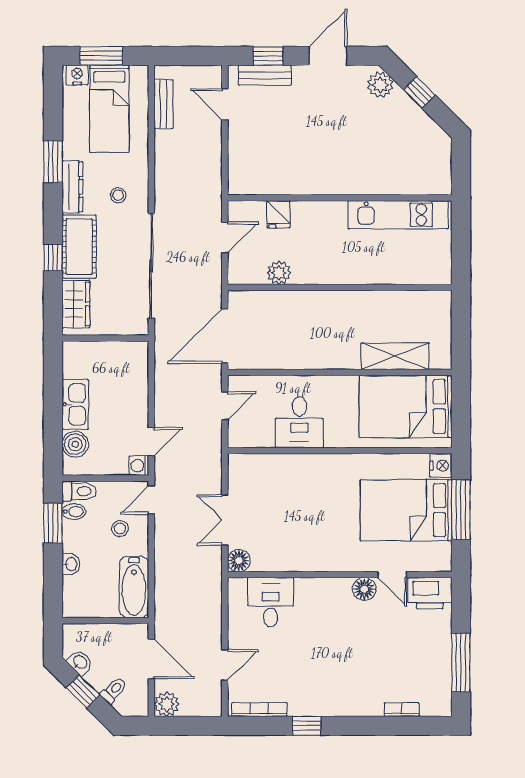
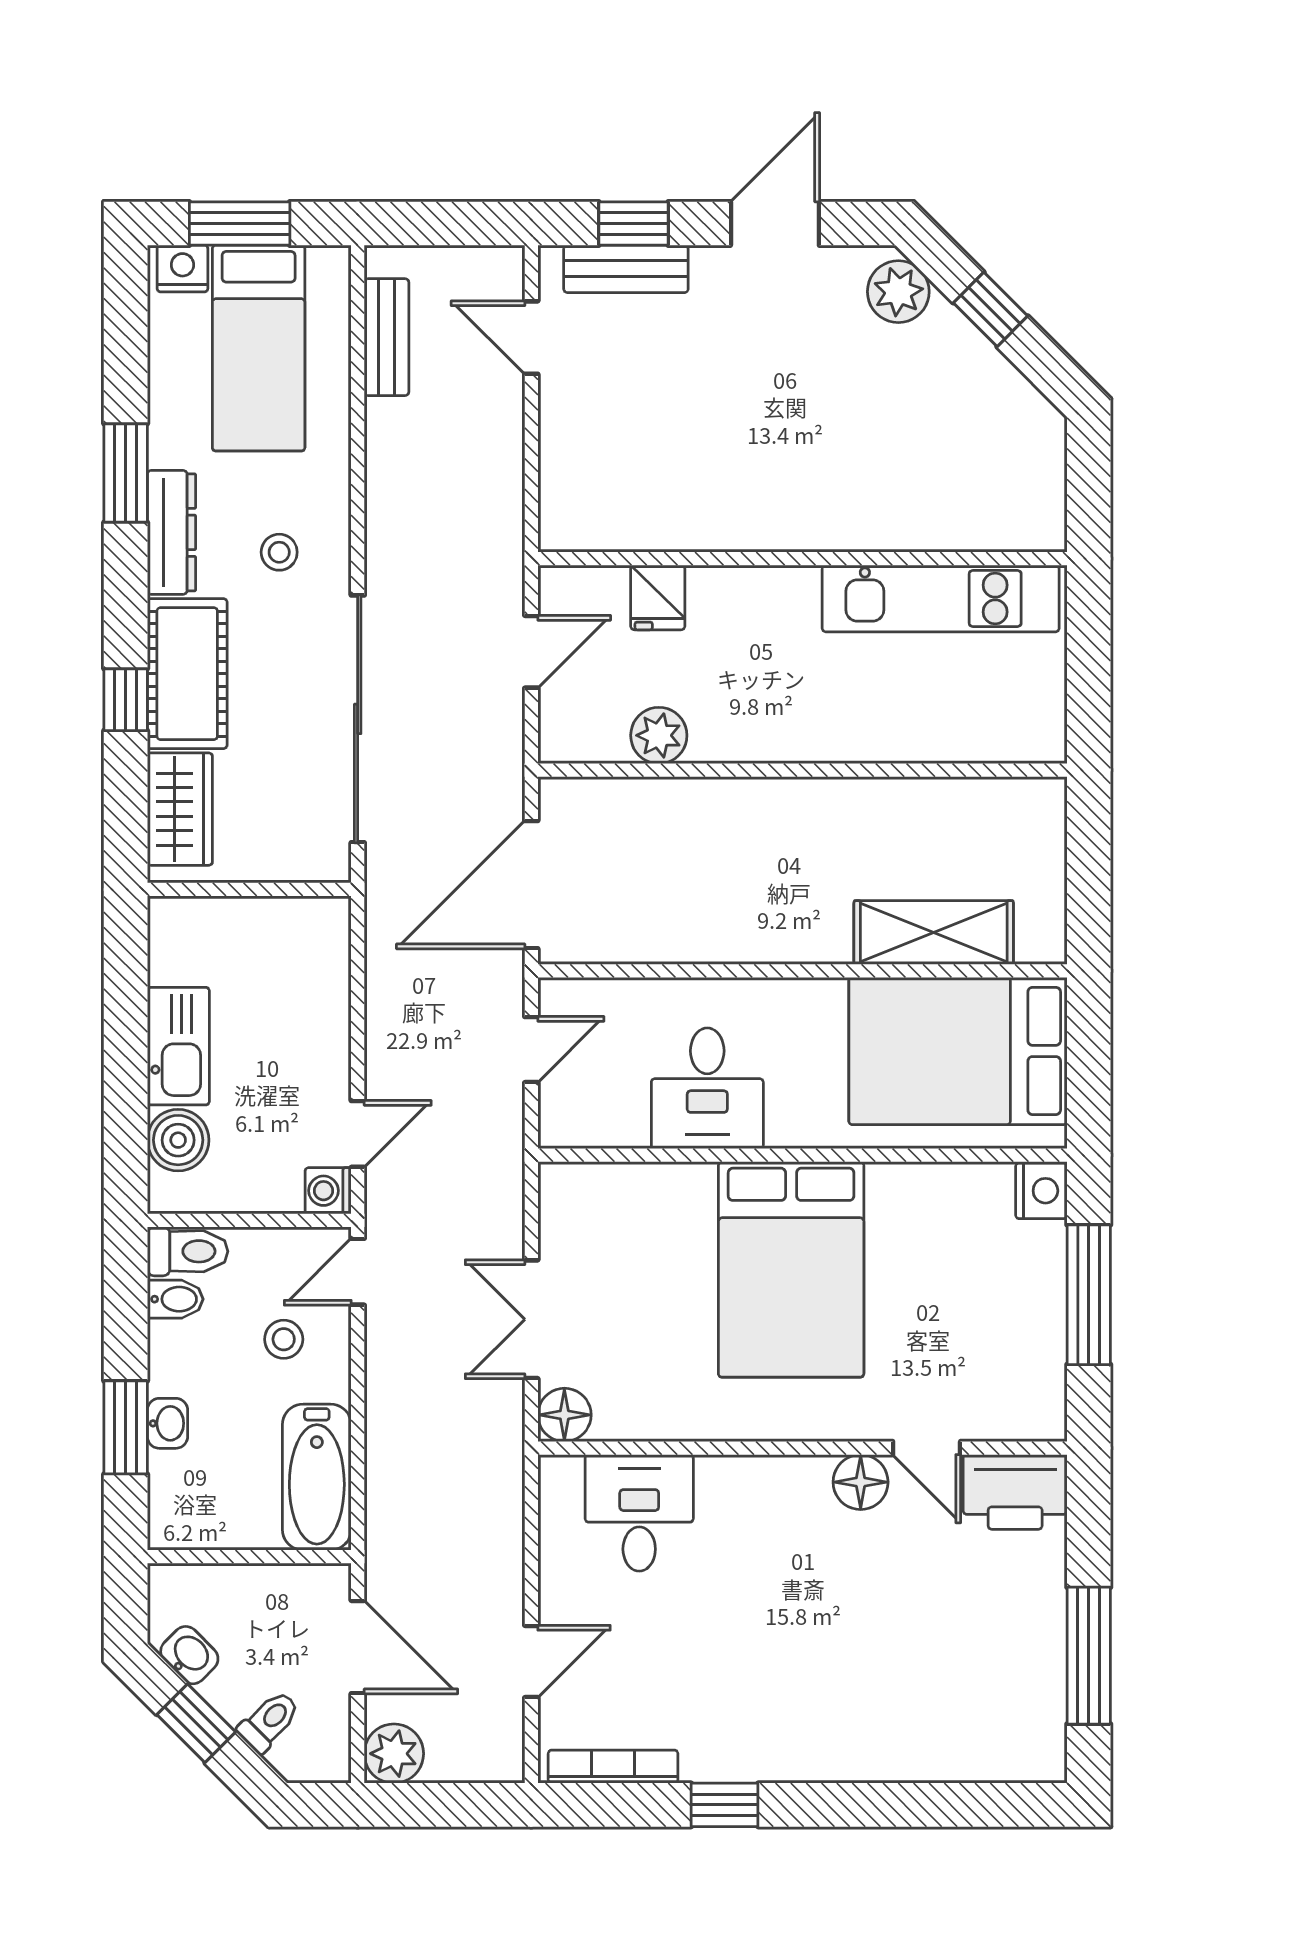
bed: (406, 510) -> (791, 1269), moved, turned -90
window: (53, 523) -> (126, 1427), moved
bookcase: (402, 710) -> (949, 1767), removed

